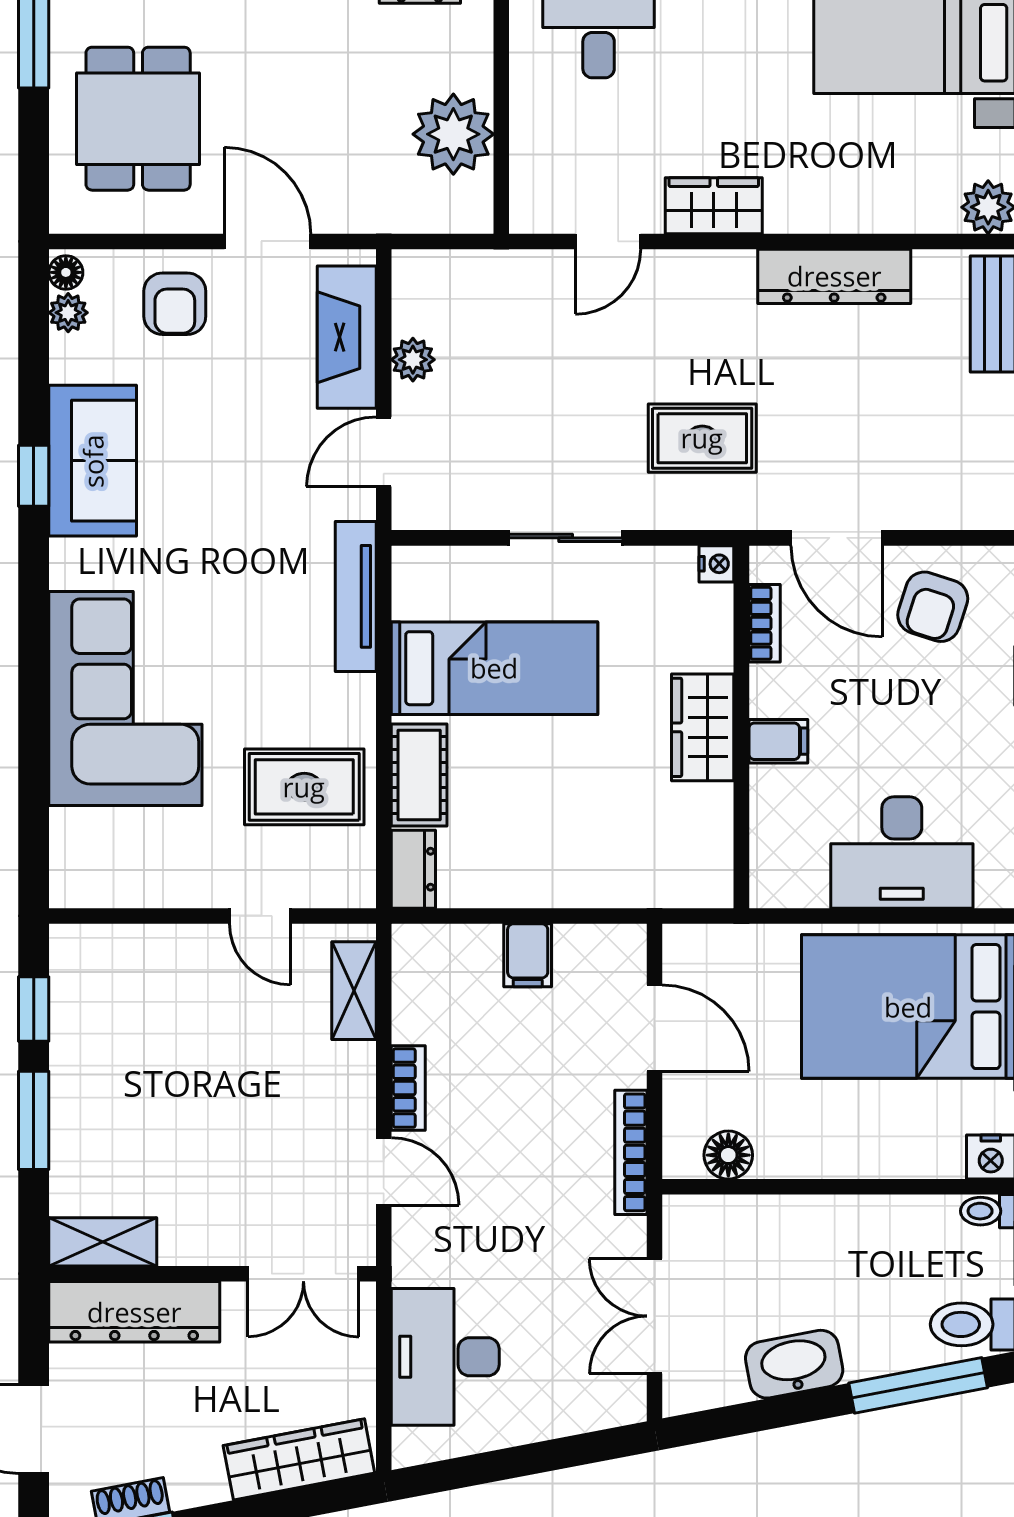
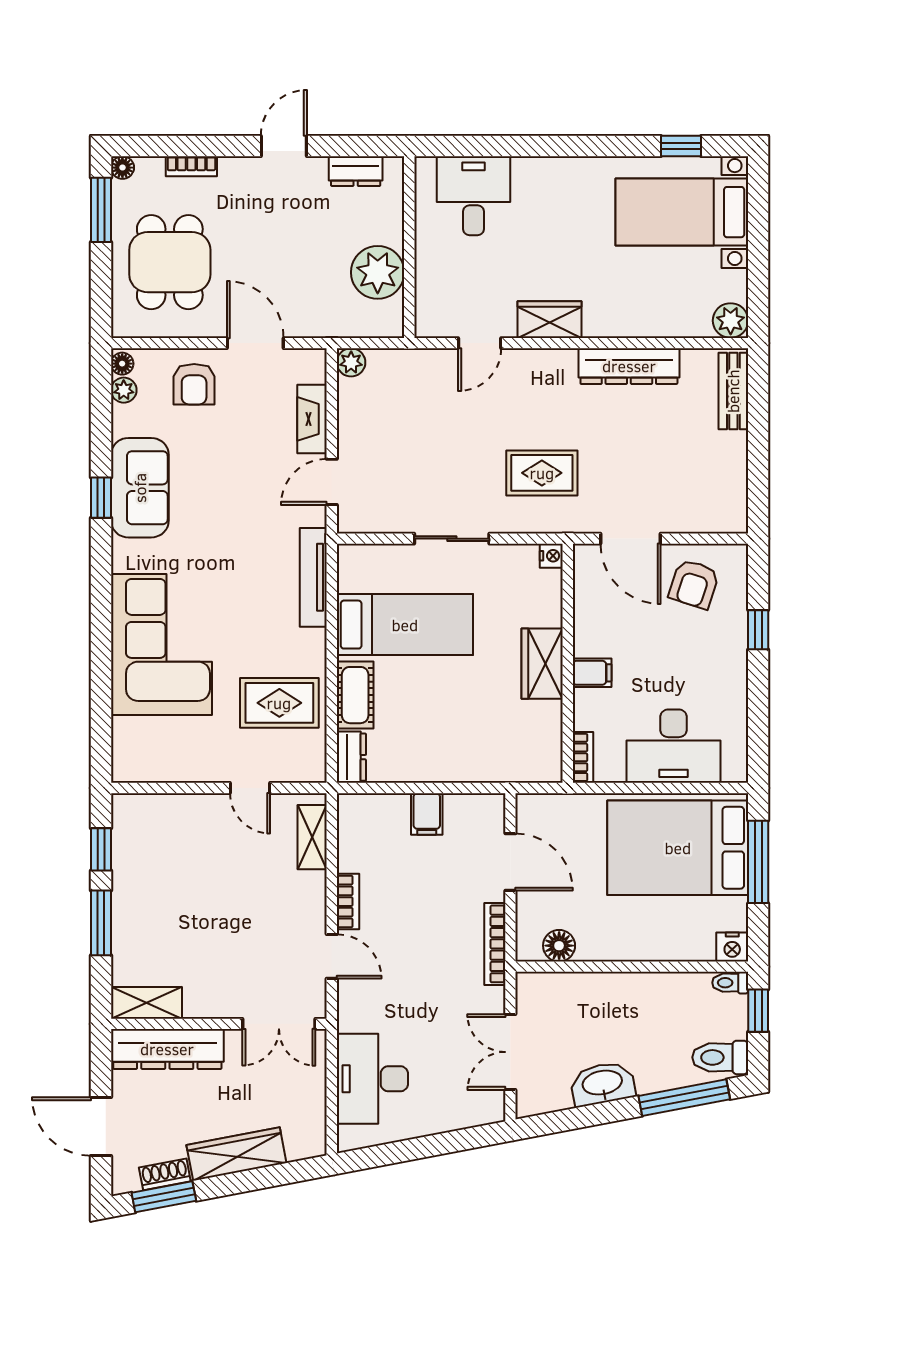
fireplace: (347, 337) -> (312, 419), width x0.73, depth x0.76
plant: (413, 360) -> (351, 362), moved
bookcase: (765, 623) -> (583, 757), moved
wardrobe: (299, 1459) -> (236, 1154), moved

